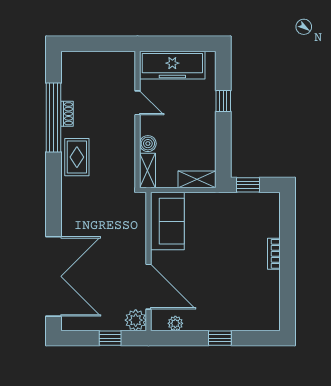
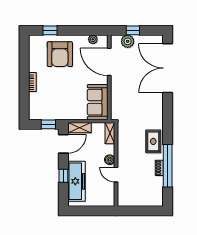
freezer: (172, 65) -> (76, 181), moved, turned 90
boiler: (148, 144) -> (110, 160), moved
door: (223, 153) -> (63, 144), added
armchair: (229, 299) -> (60, 54), added
plant: (136, 320) -> (128, 41), moved
window: (220, 338) -> (50, 30), moved

